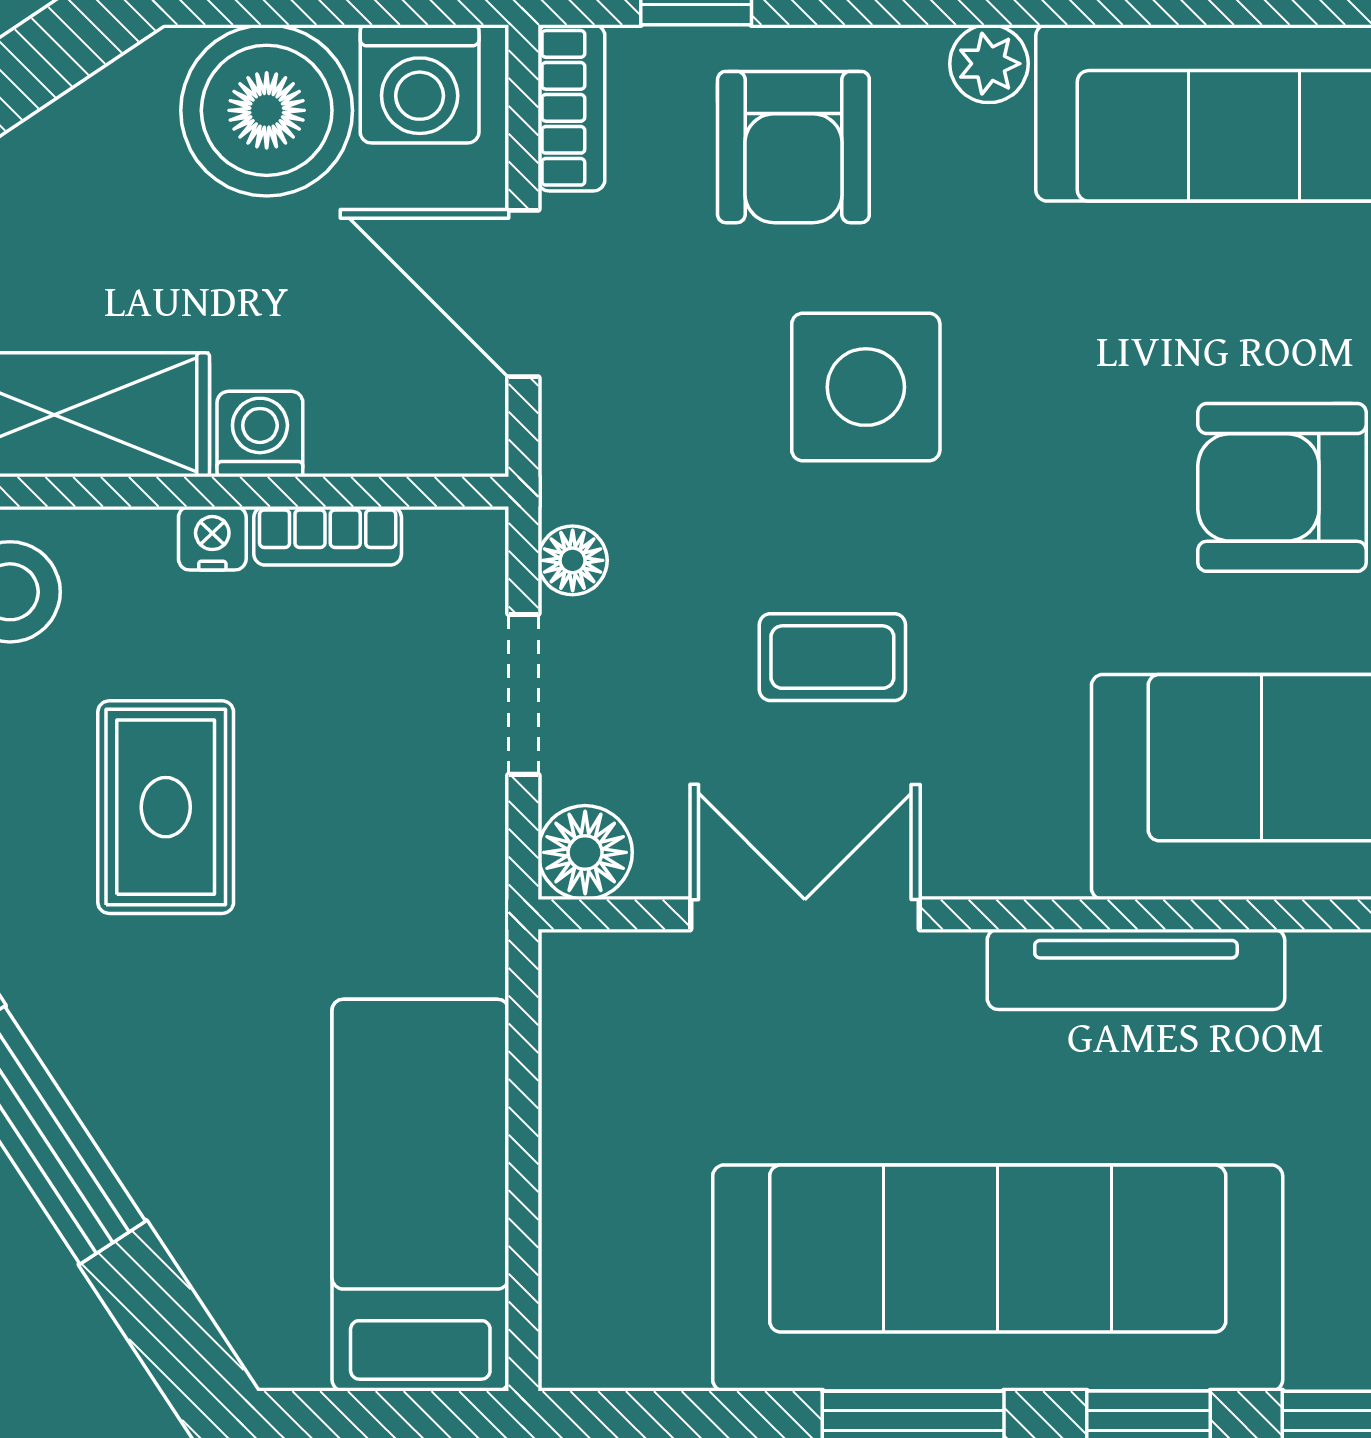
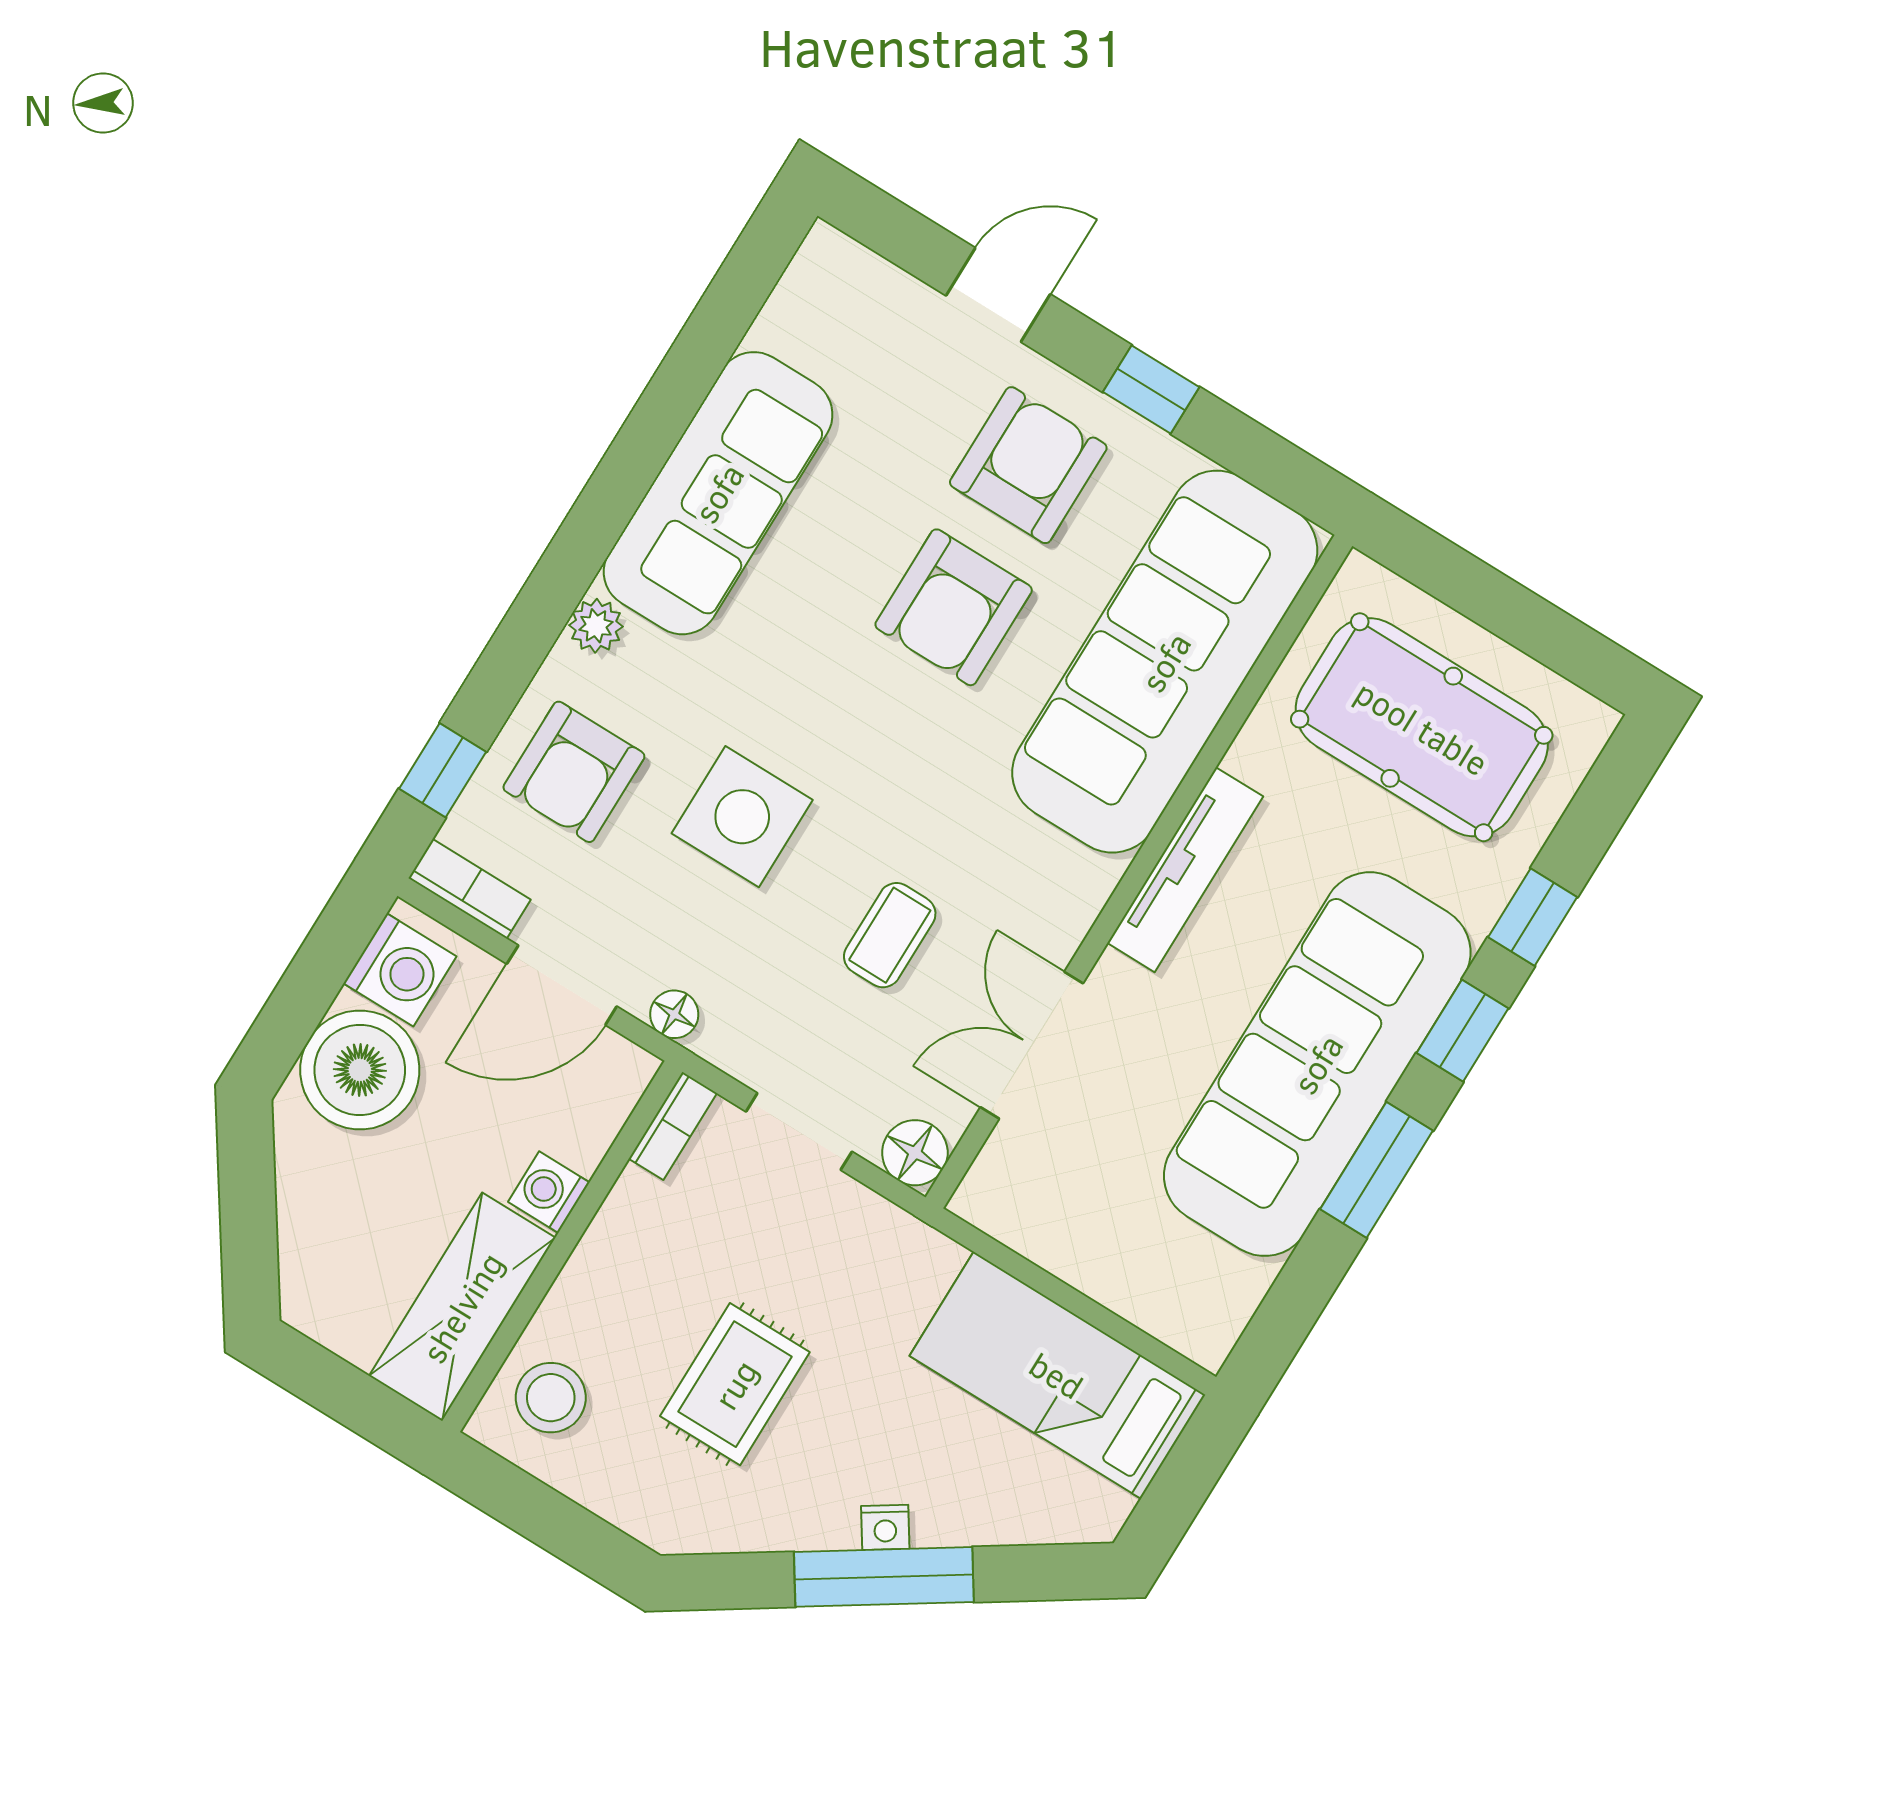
armchair: (793, 147) -> (574, 772), turned 90
bookcase: (328, 536) -> (673, 1126), moved
nightstand: (212, 538) -> (885, 1527), moved, turned -123
floor lamp: (573, 560) -> (674, 1014), moved
rug: (166, 807) -> (735, 1384), turned 90

